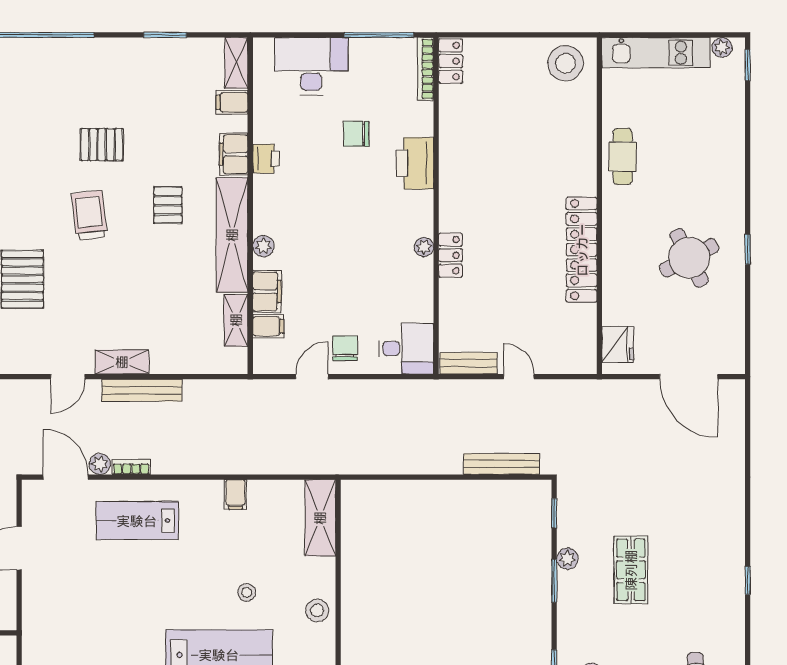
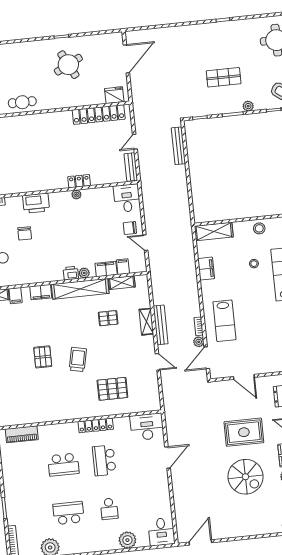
printer: (266, 159) -> (71, 273), moved
pallet: (168, 205) -> (108, 318), moved
trolley: (89, 215) -> (78, 359), turned 109
locker: (582, 250) -> (99, 115), moved
shelving: (122, 362) -> (146, 322), moved
filing cabinet: (236, 494) -> (206, 269), width x2.00
plant: (567, 559) -> (248, 106), moved

